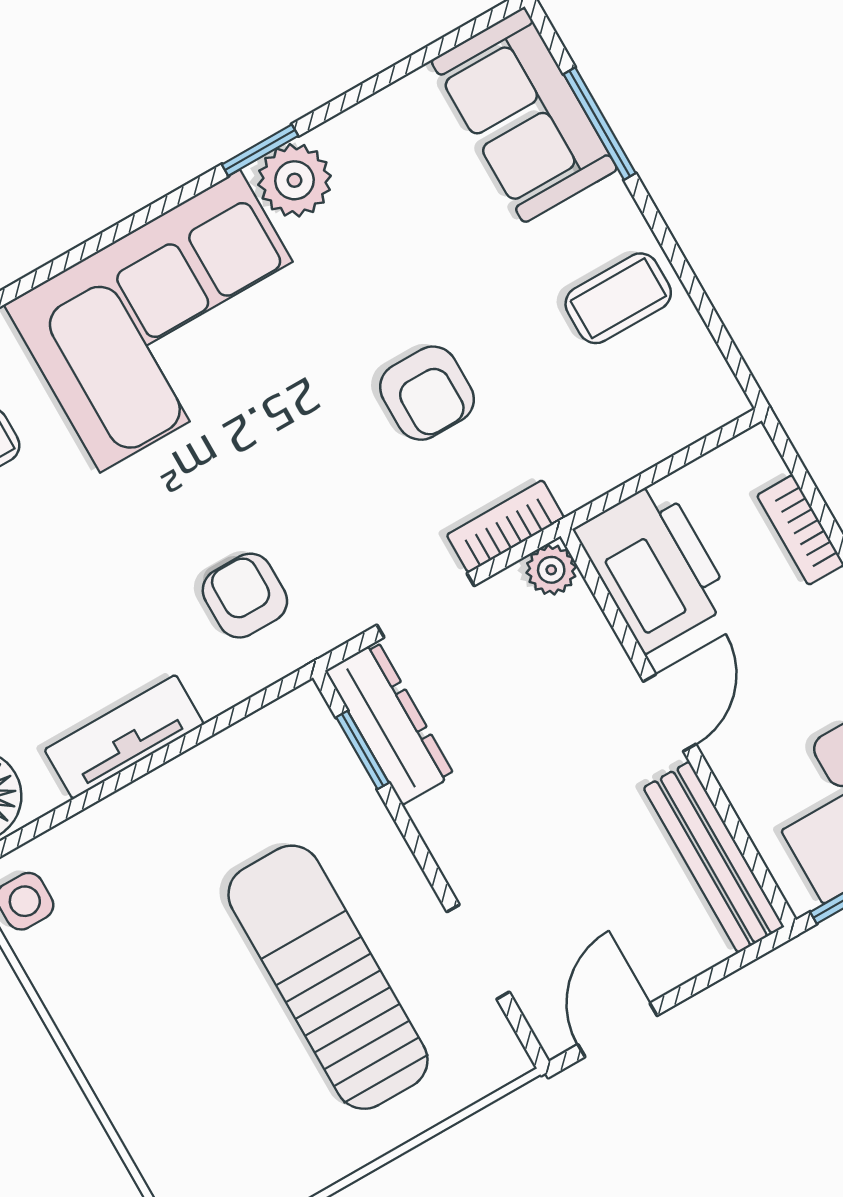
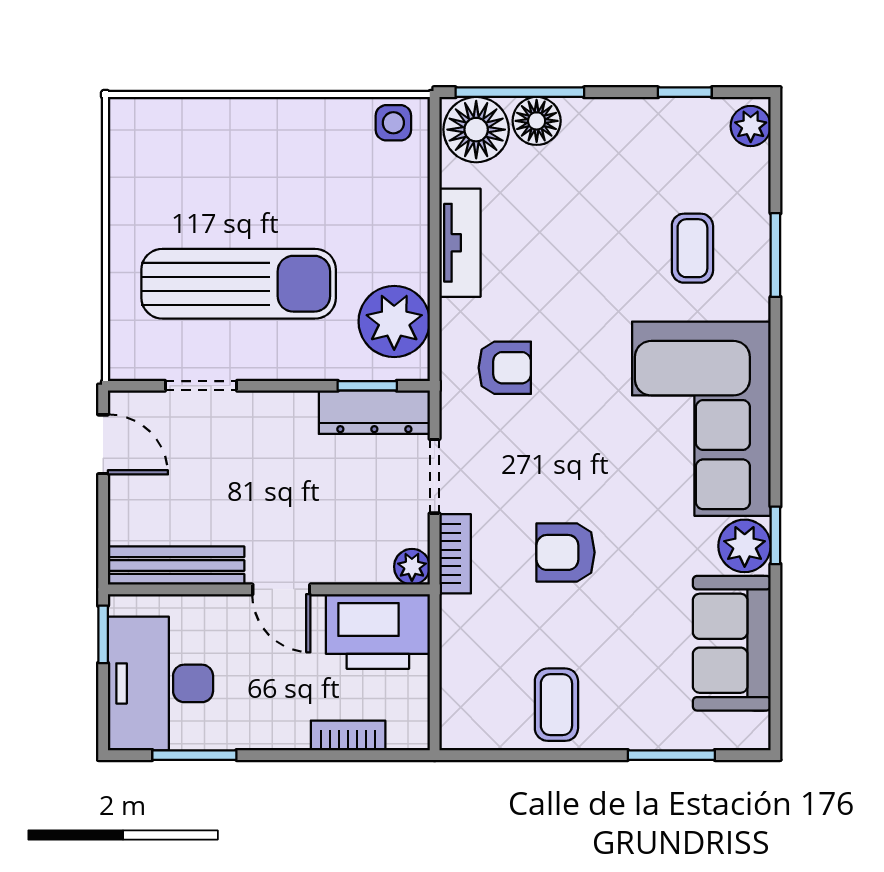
sofa: (524, 115) -> (732, 643), moved, turned -90
plant: (266, 762) -> (394, 321), added

